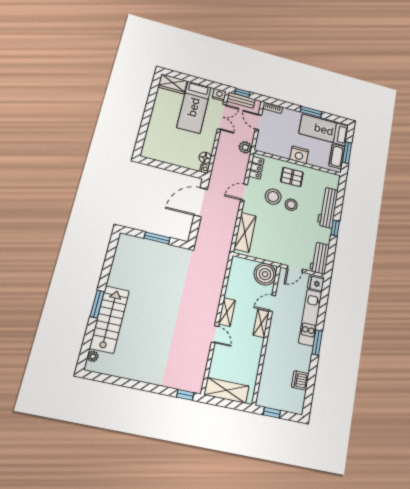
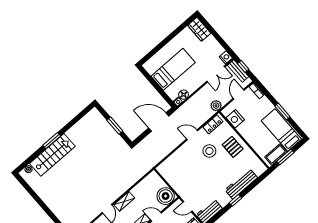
bed: (194, 107) -> (173, 69), moved, turned 180
nightstand: (299, 155) -> (235, 119), moved
stool: (291, 205) -> (217, 165), removed
shelving: (245, 232) -> (173, 161), removed

